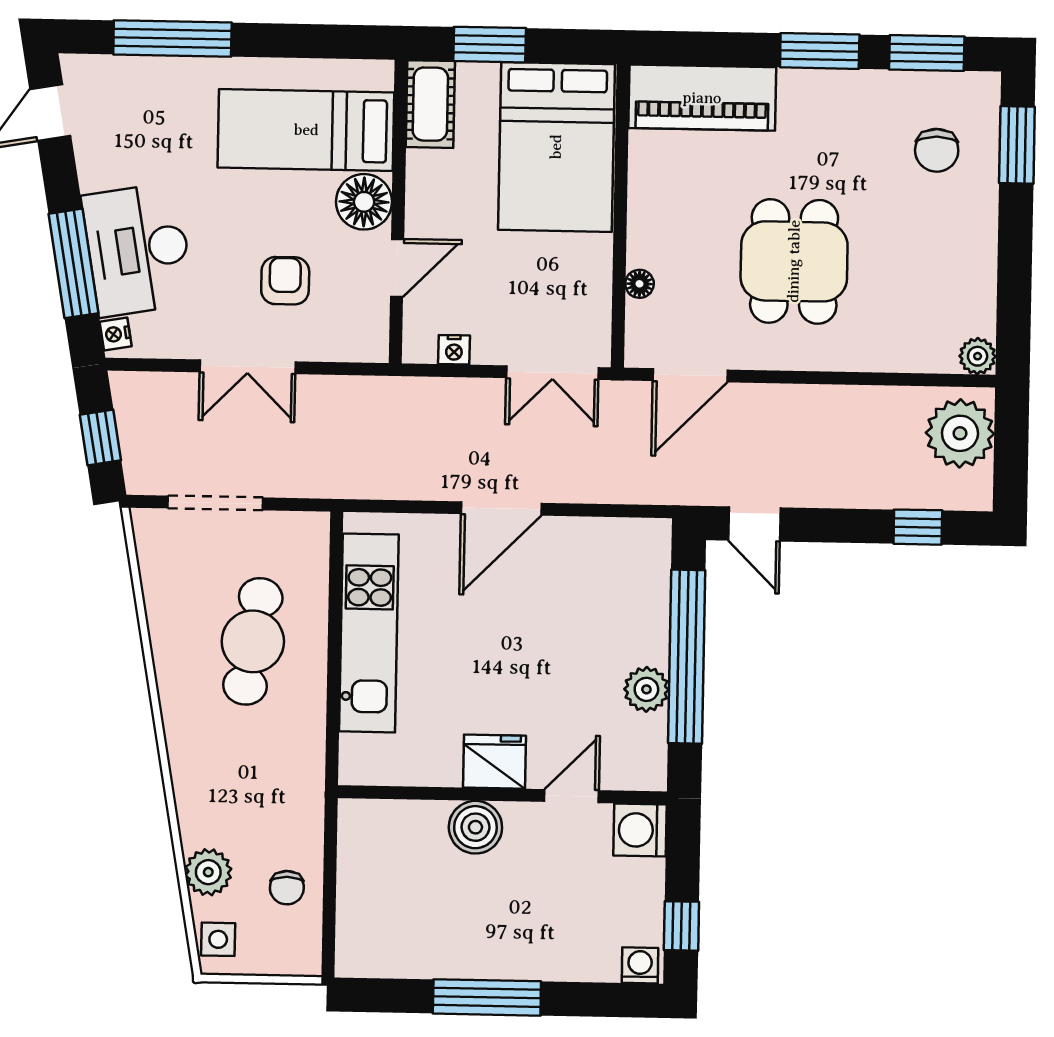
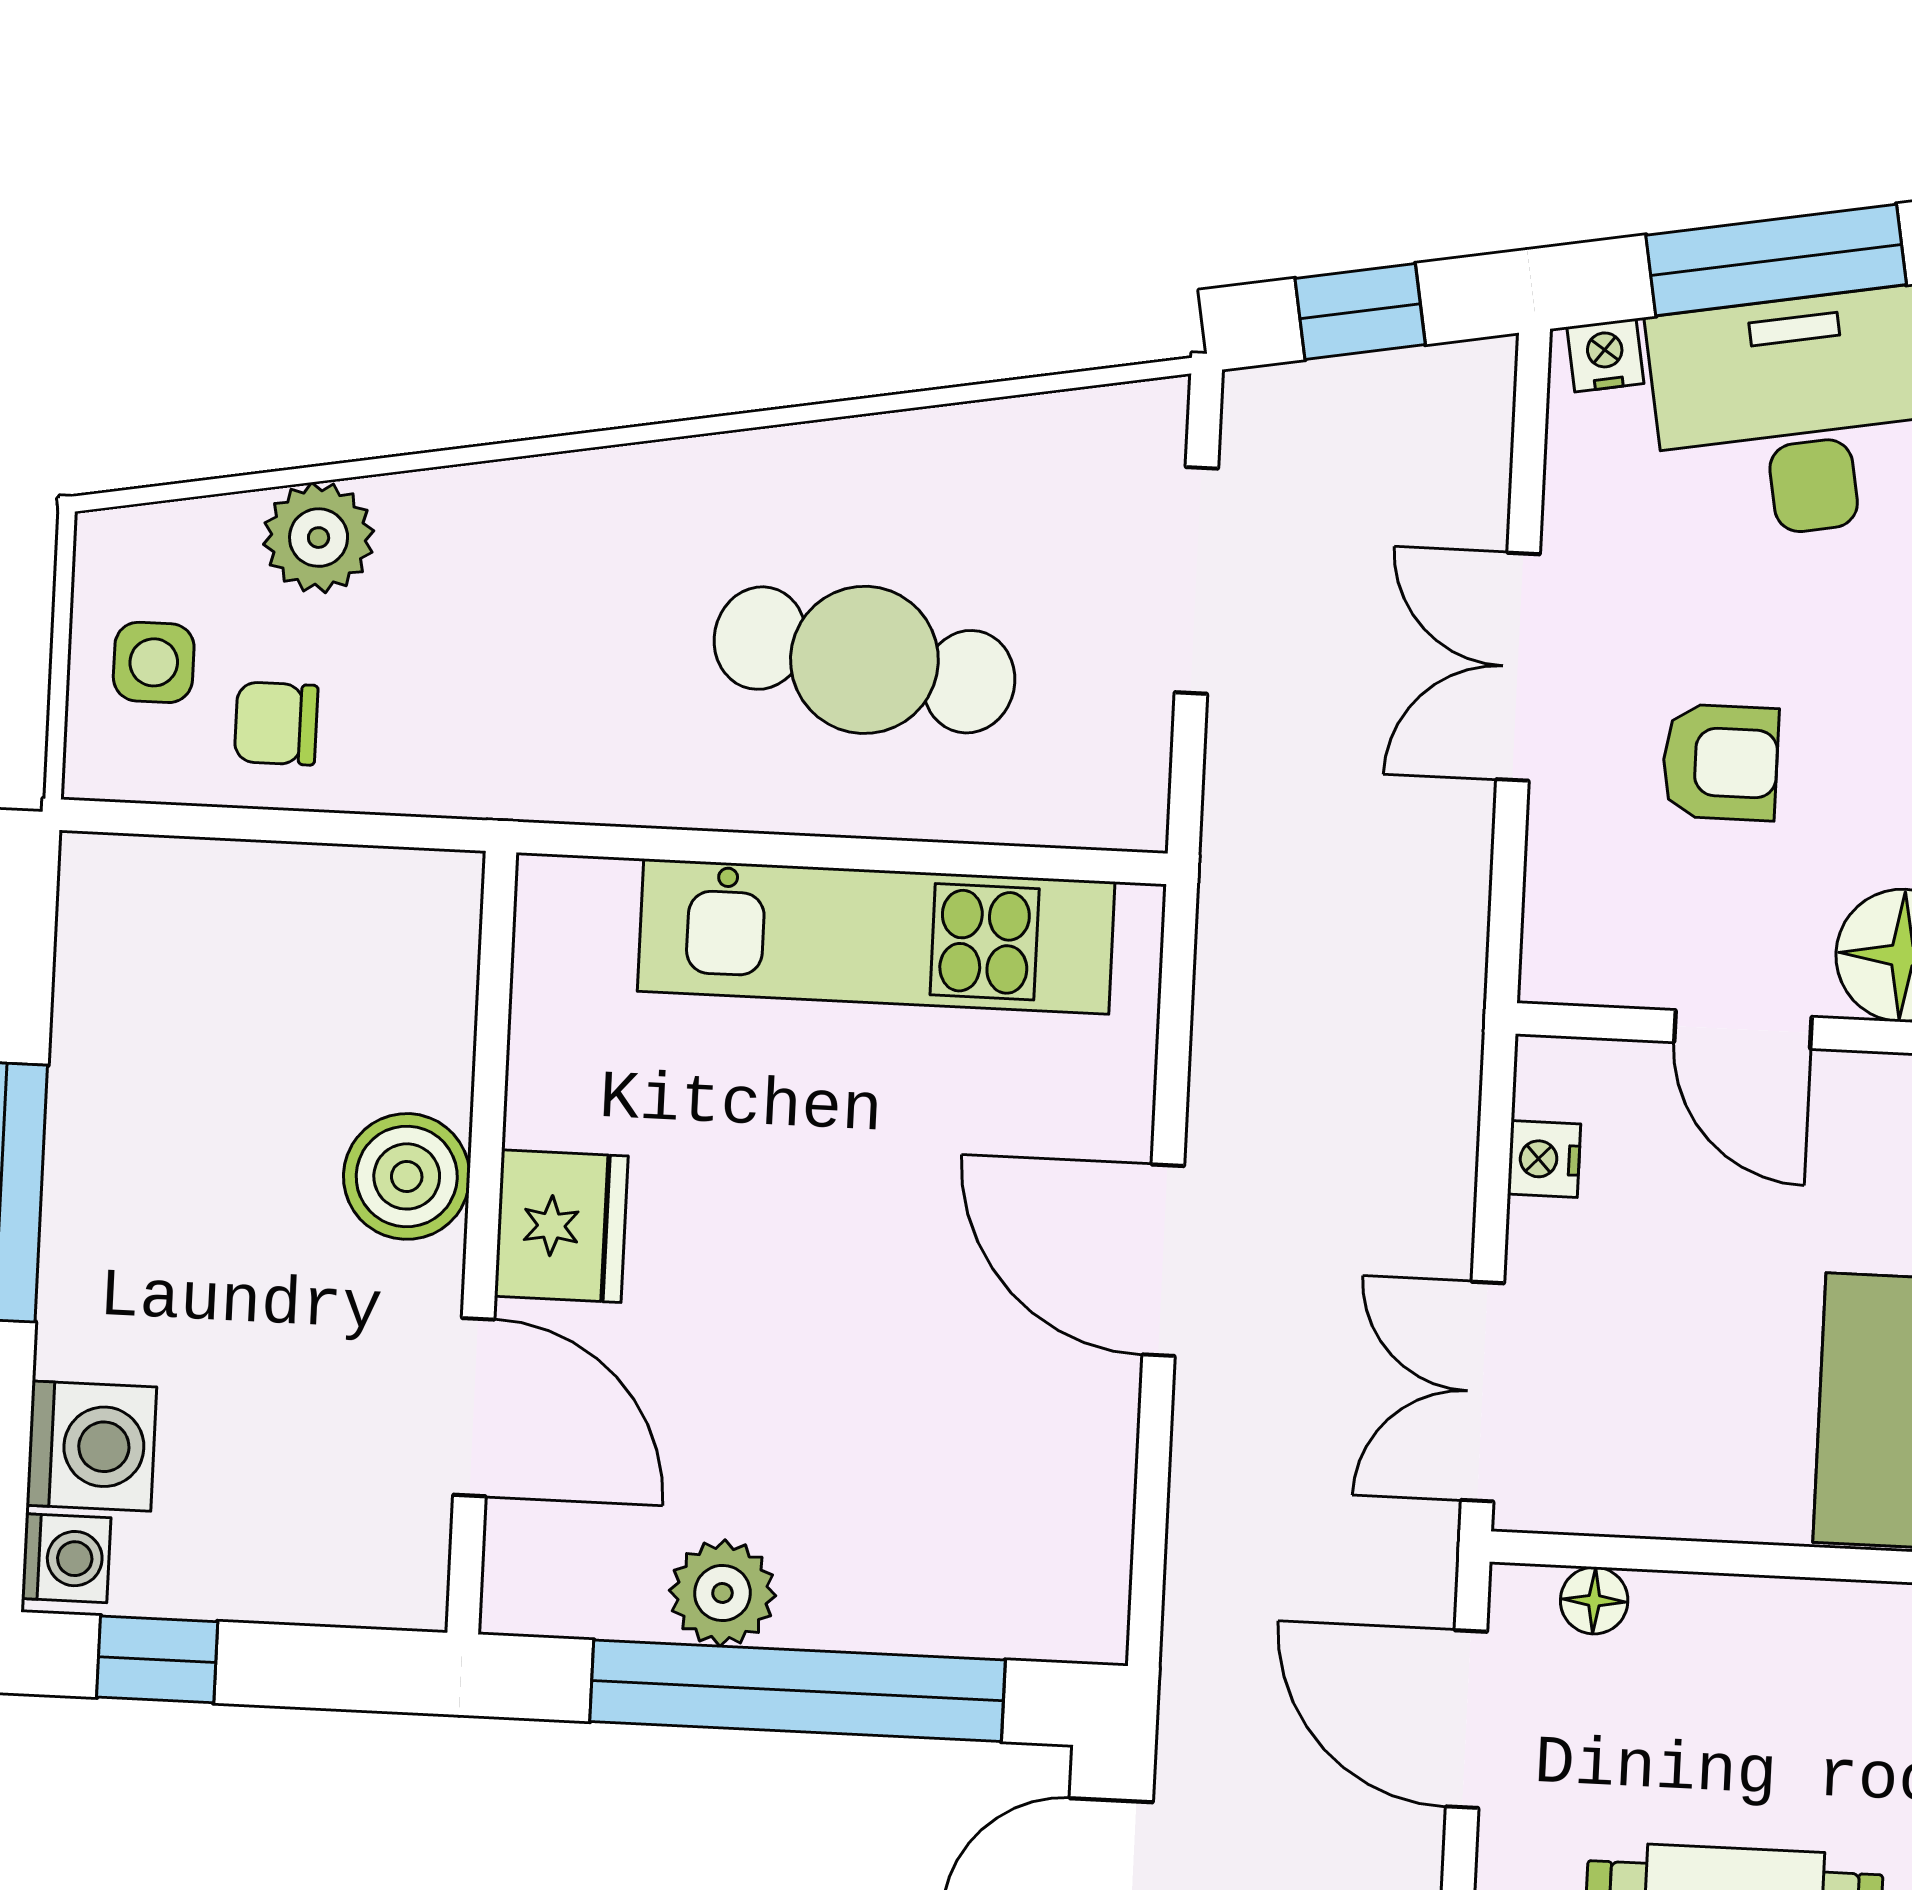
floor lamp: (640, 284) -> (1594, 1601), moved
door: (572, 796) -> (474, 1407), width x1.38
washing machine: (640, 830) -> (91, 1446), moved, turned 90
side table: (218, 939) -> (154, 662), moved

